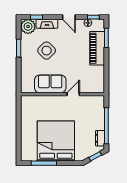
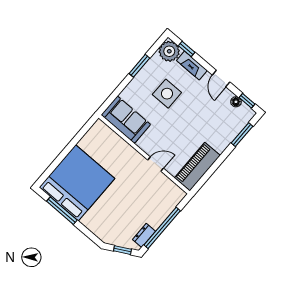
piano: (97, 48) -> (197, 167), moved
side table: (47, 51) -> (167, 94), turned 45
sofa: (50, 84) -> (126, 120), moved
bed: (56, 141) -> (77, 183), moved

